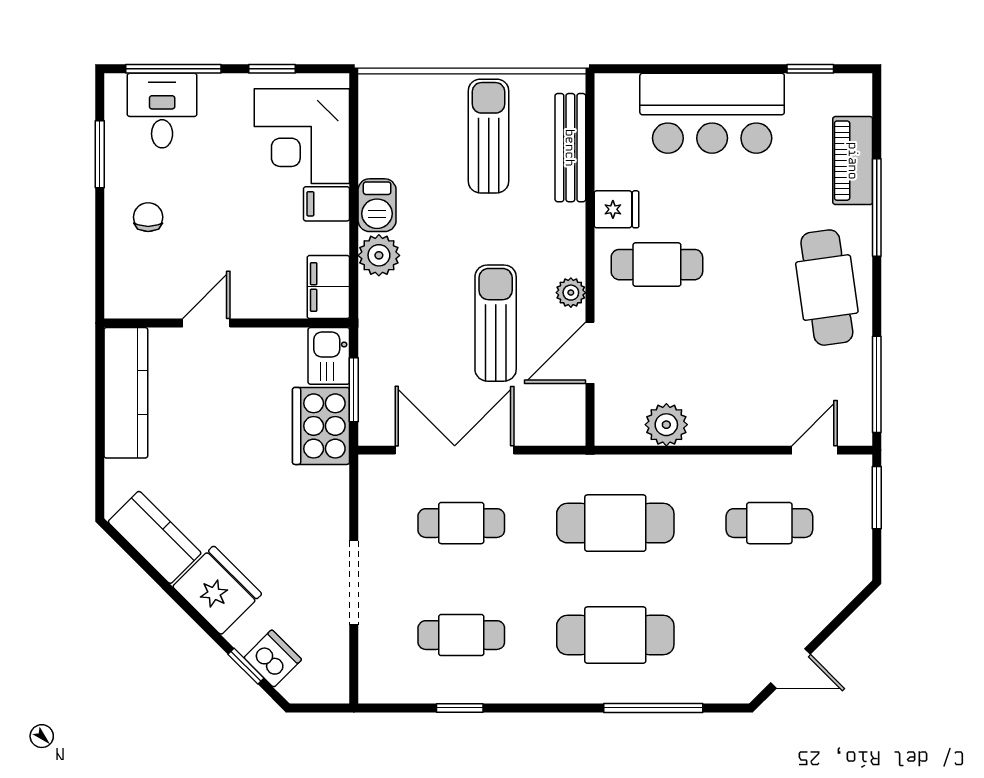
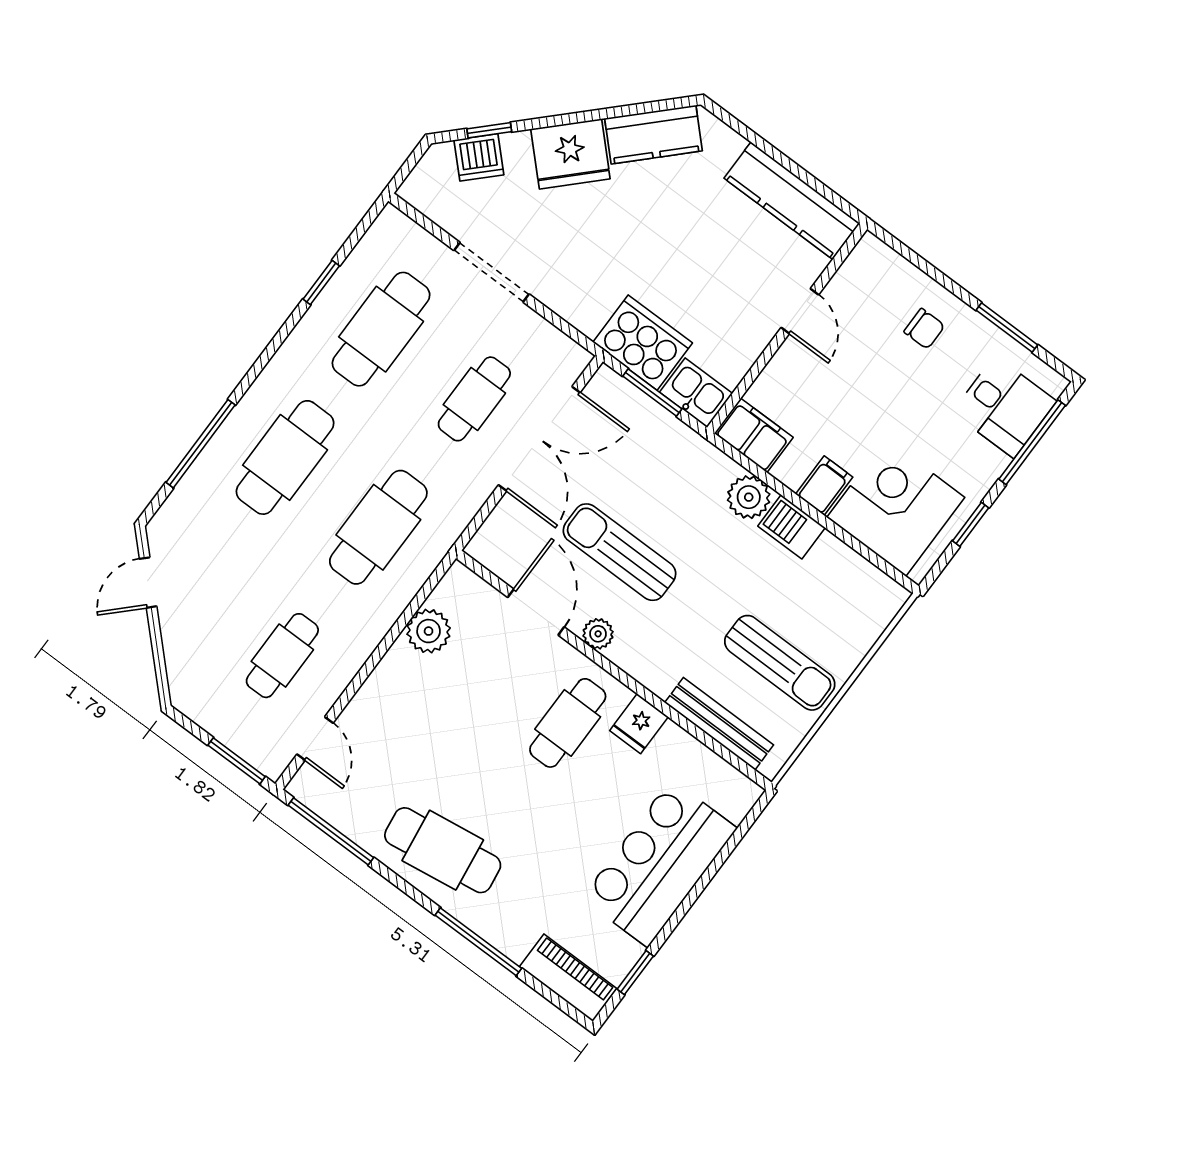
piano: (853, 161) -> (568, 978), moved
sun lounger: (496, 323) -> (620, 552), turned 180
cafe table: (461, 635) -> (381, 329), width x1.37, depth x1.35

